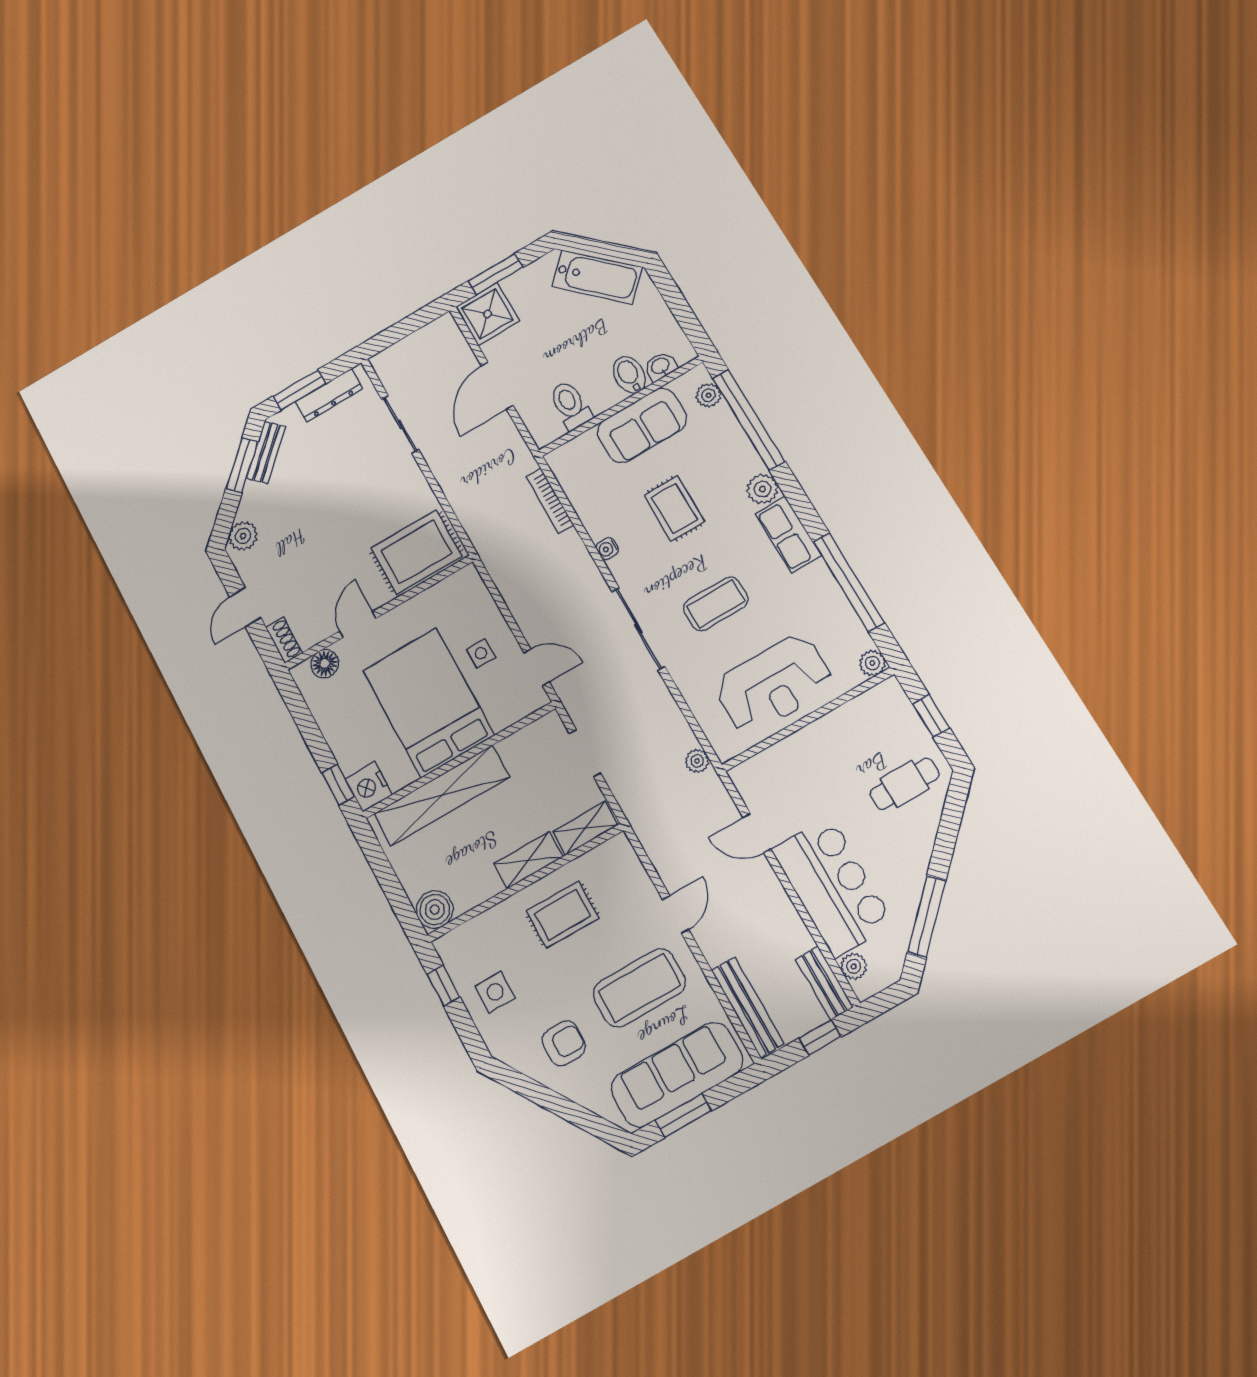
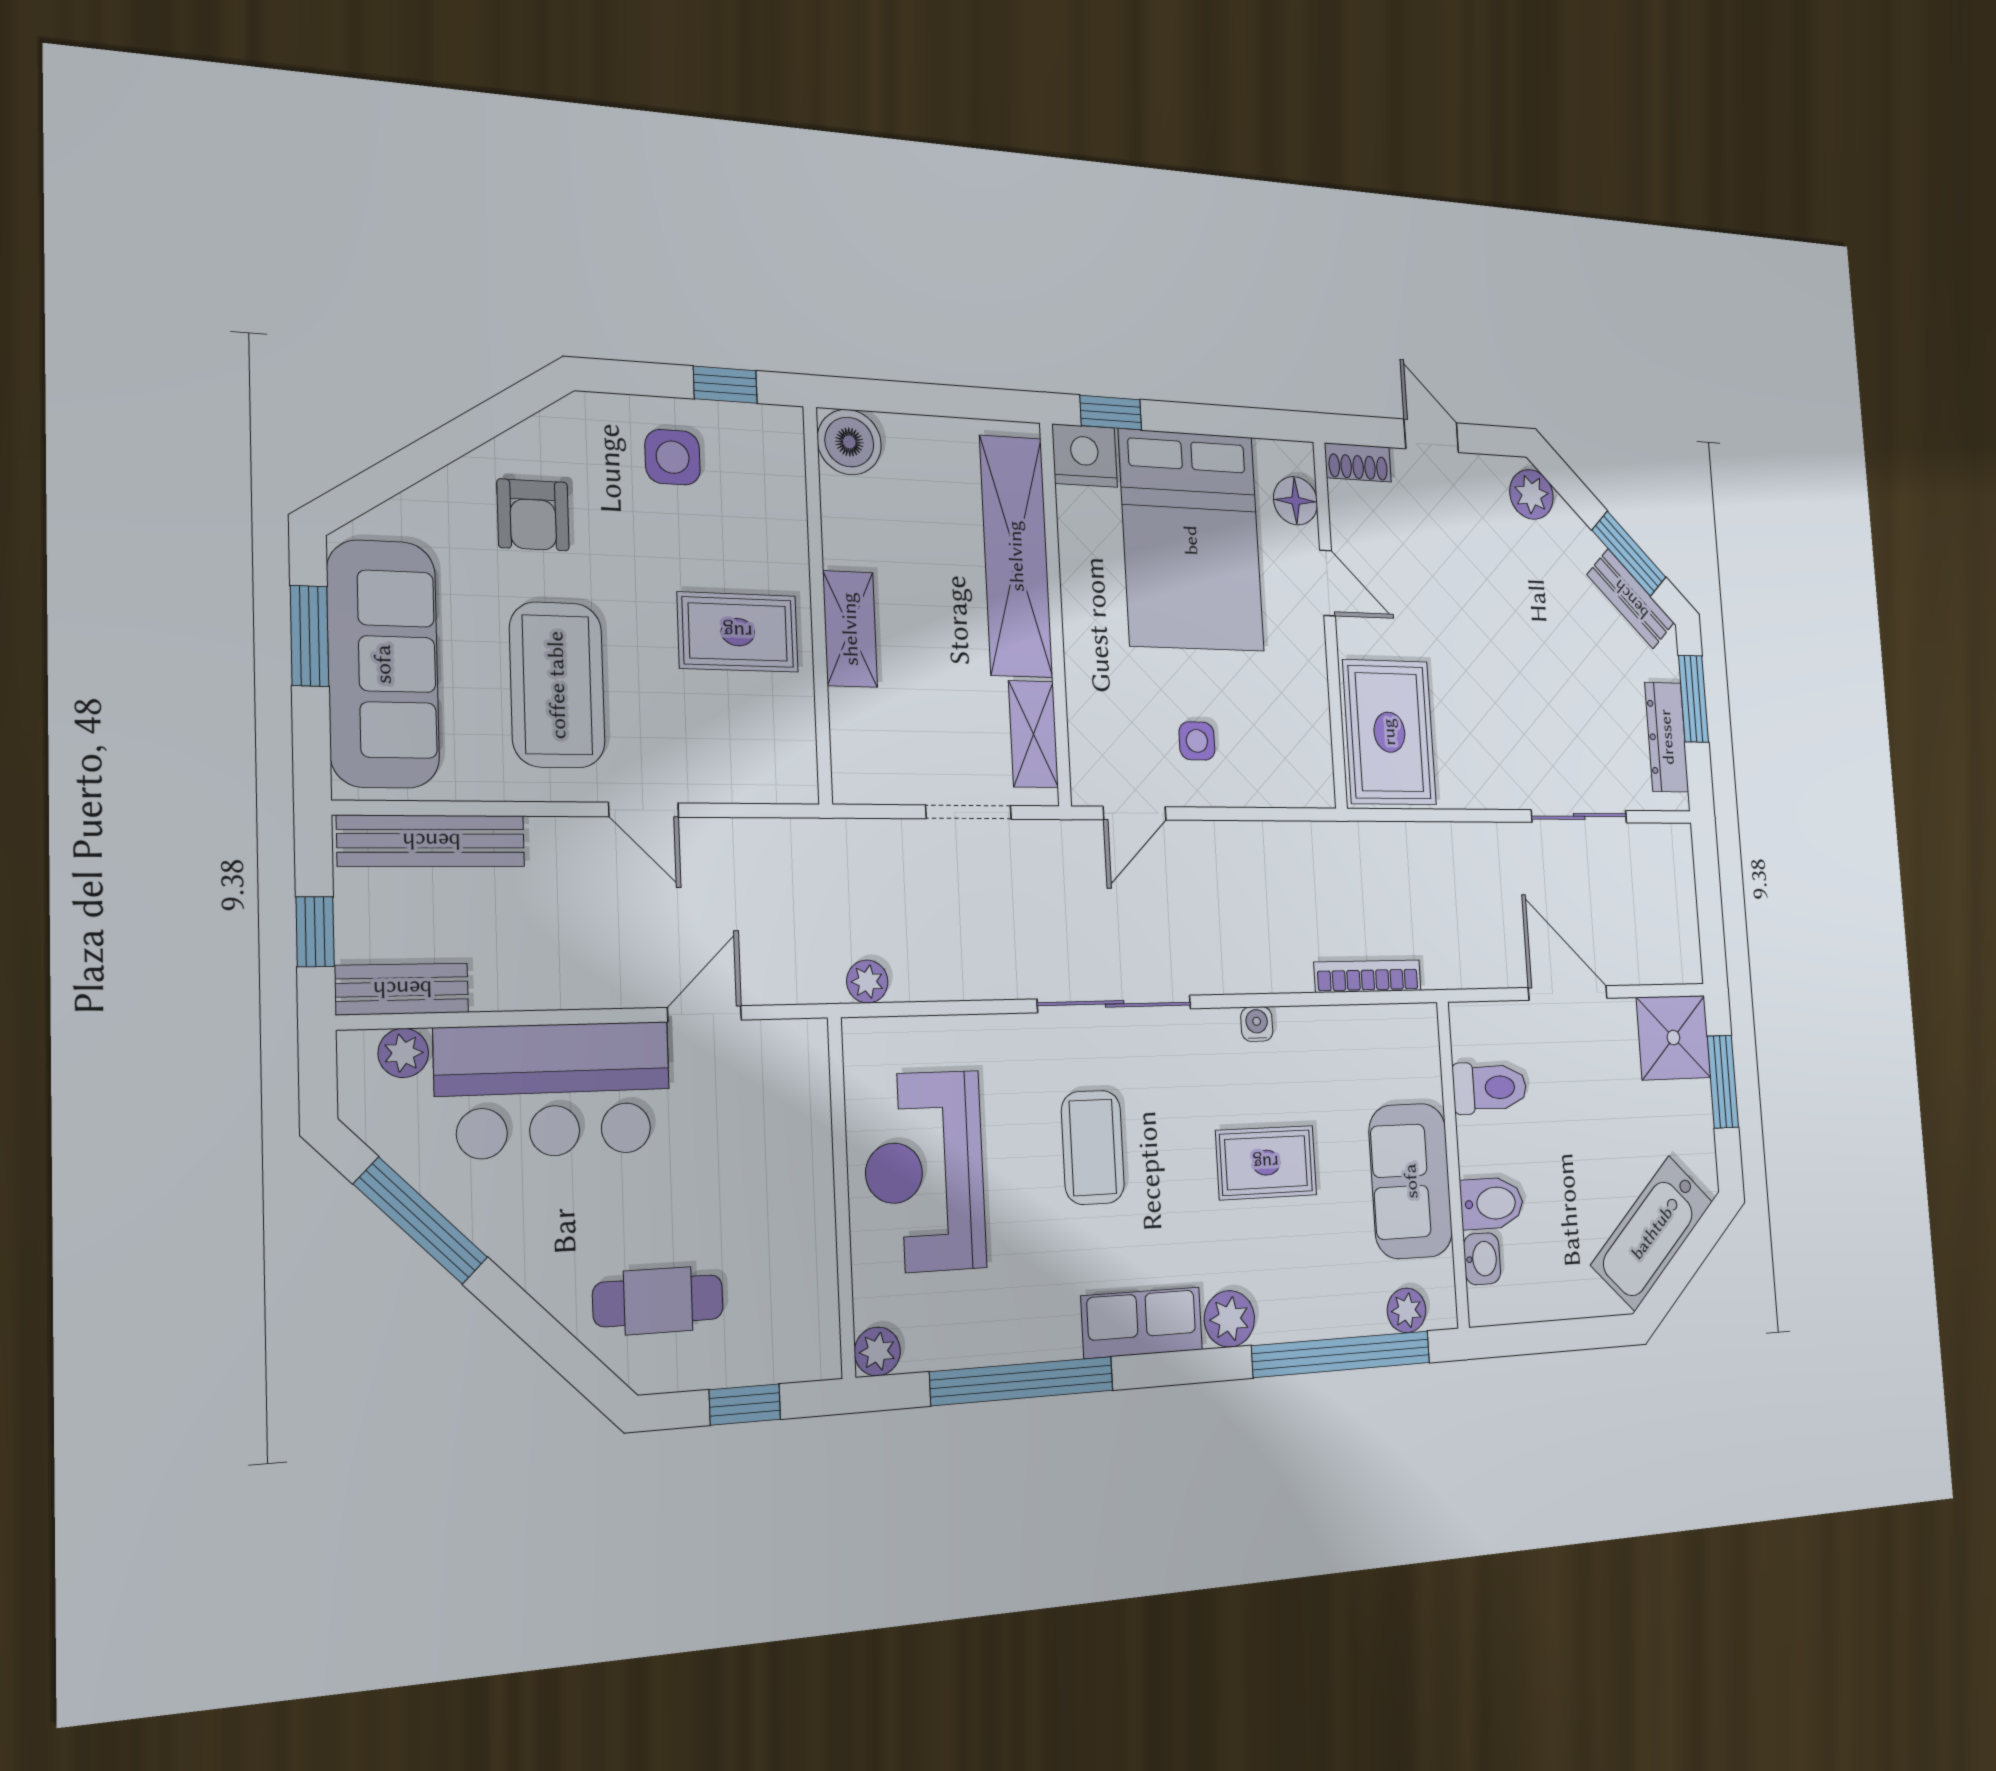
bed: (429, 703) -> (1191, 540), moved, turned 90
cafe table: (904, 784) -> (658, 1301), turned 90
shelving: (585, 828) -> (1033, 734), moved
rug: (563, 915) -> (738, 632), turned 90

